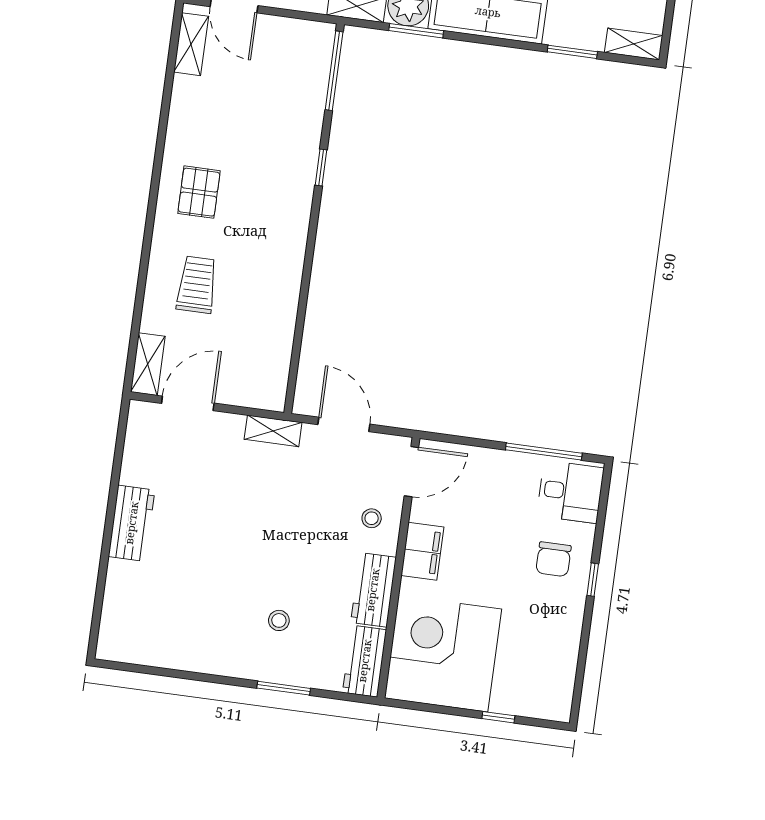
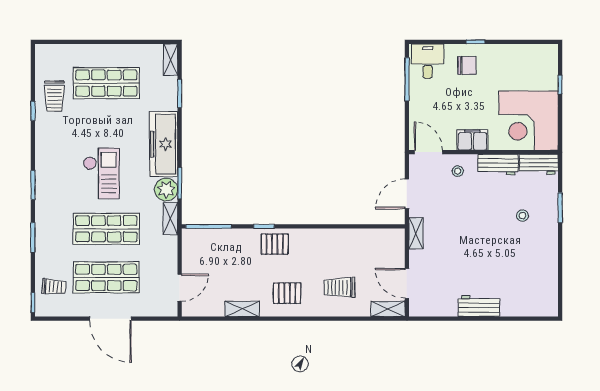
shelving: (191, 44) -> (242, 309), moved
pallet: (288, 182) -> (275, 244), added

